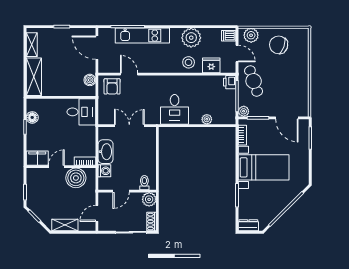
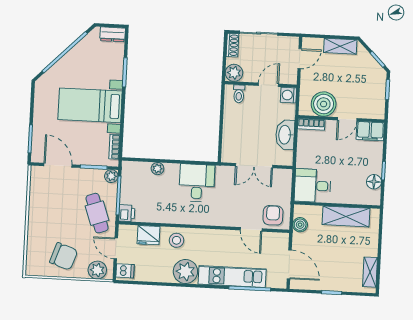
plant: (191, 38) -> (185, 271), moved
shelving: (34, 77) -> (346, 216), moved, turned 90
washing machine: (104, 171) -> (289, 95), moved

